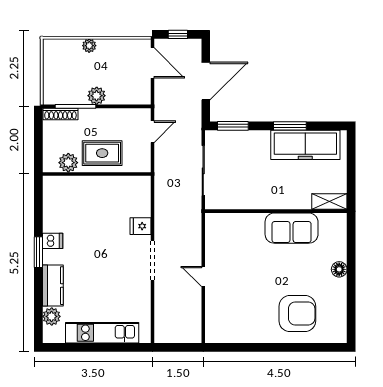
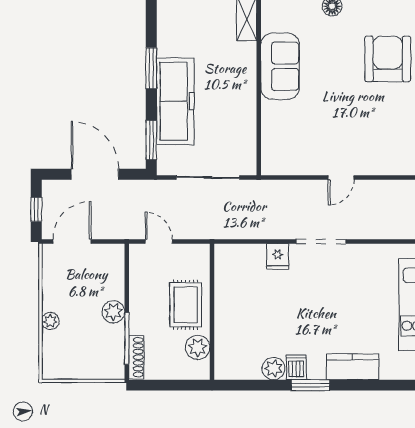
freezer: (305, 145) -> (175, 101), moved
plant: (52, 316) -> (273, 369), moved

